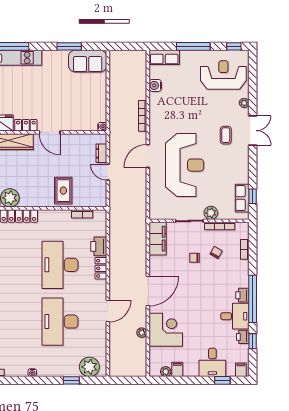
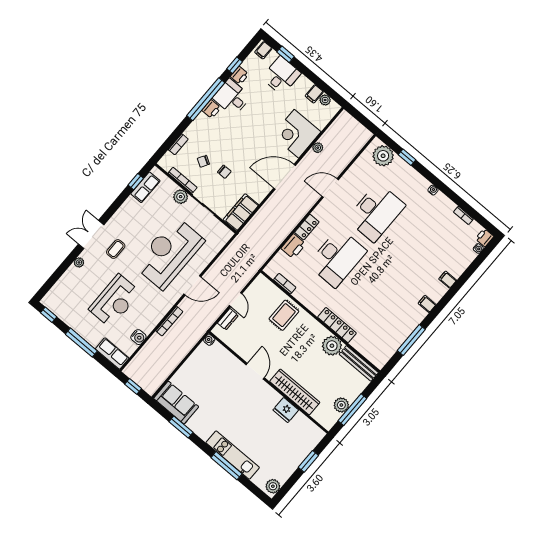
window: (129, 46) -> (133, 386), added
reception desk: (223, 75) -> (115, 301), moved, turned -90
locker: (26, 125) -> (270, 393), removed

